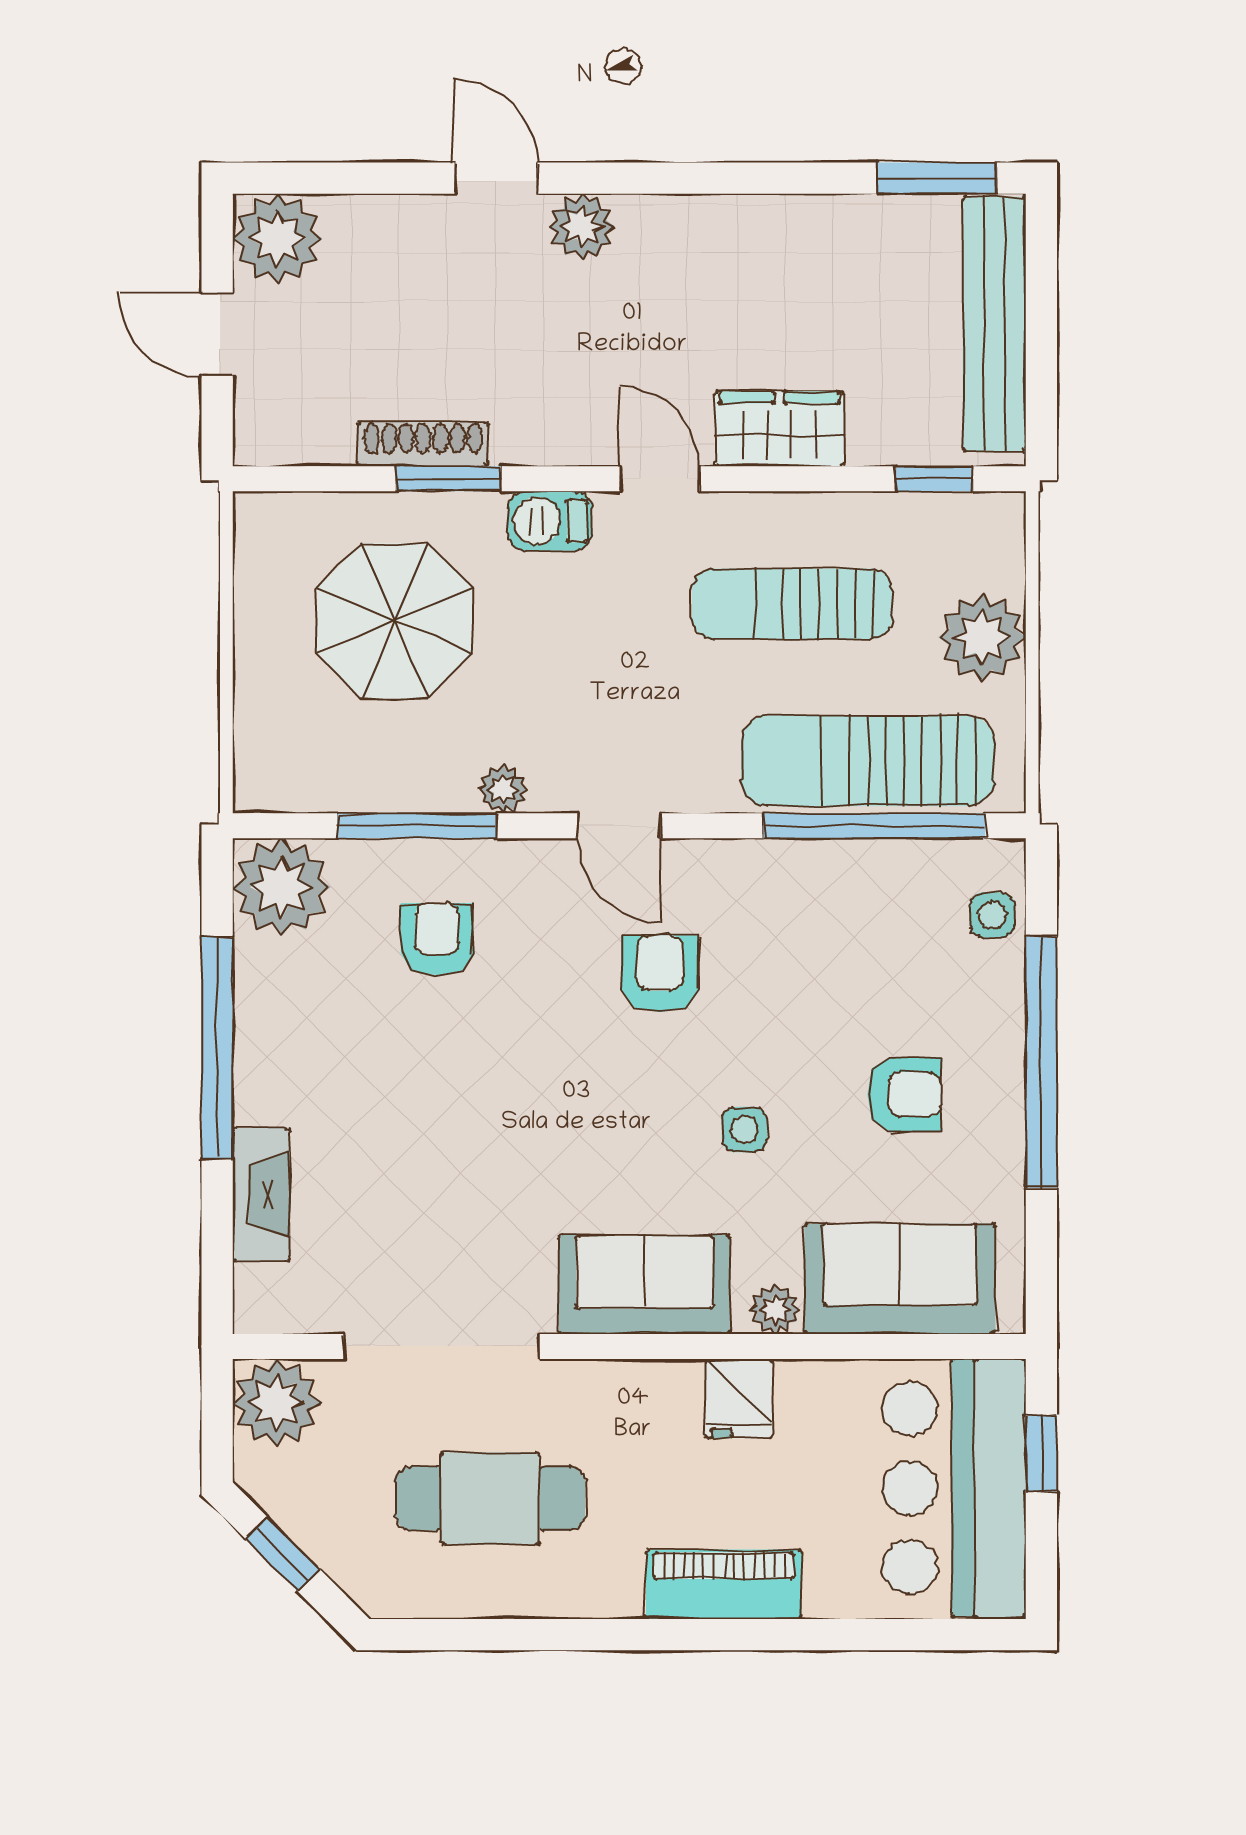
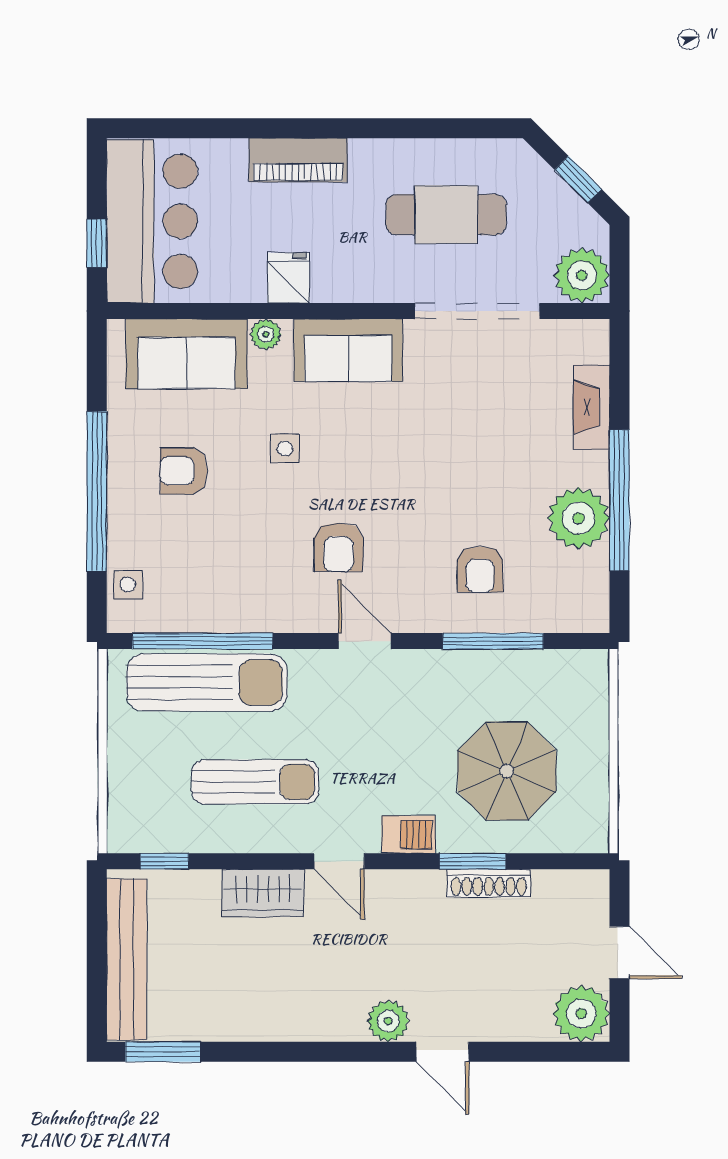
plant: (982, 637) -> (134, 761), removed
plant: (503, 789) -> (438, 664), removed
plant: (282, 887) -> (579, 518), moved

